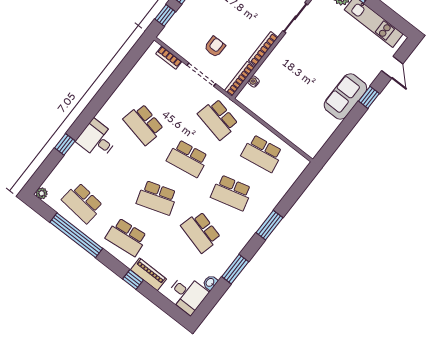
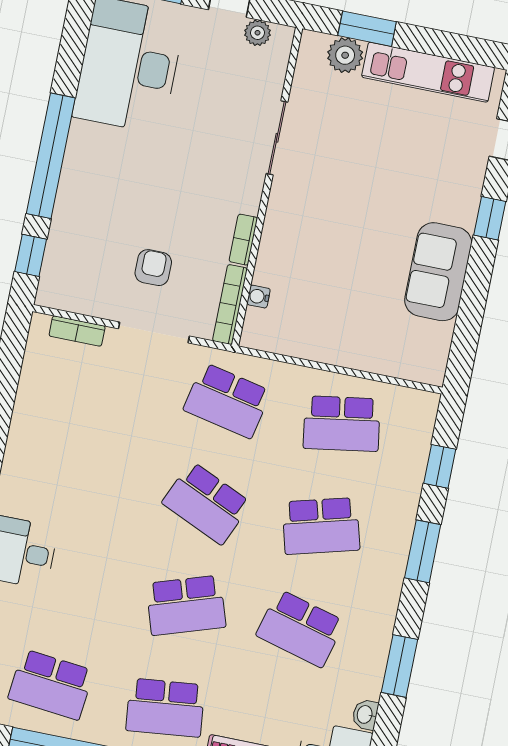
bookcase: (263, 49) -> (243, 240), width x0.64
sofa: (345, 97) -> (438, 272), moved
school desk: (144, 124) -> (92, 480), removed
school desk: (188, 158) -> (207, 503), turned 33
window: (295, 193) -> (440, 466), added

